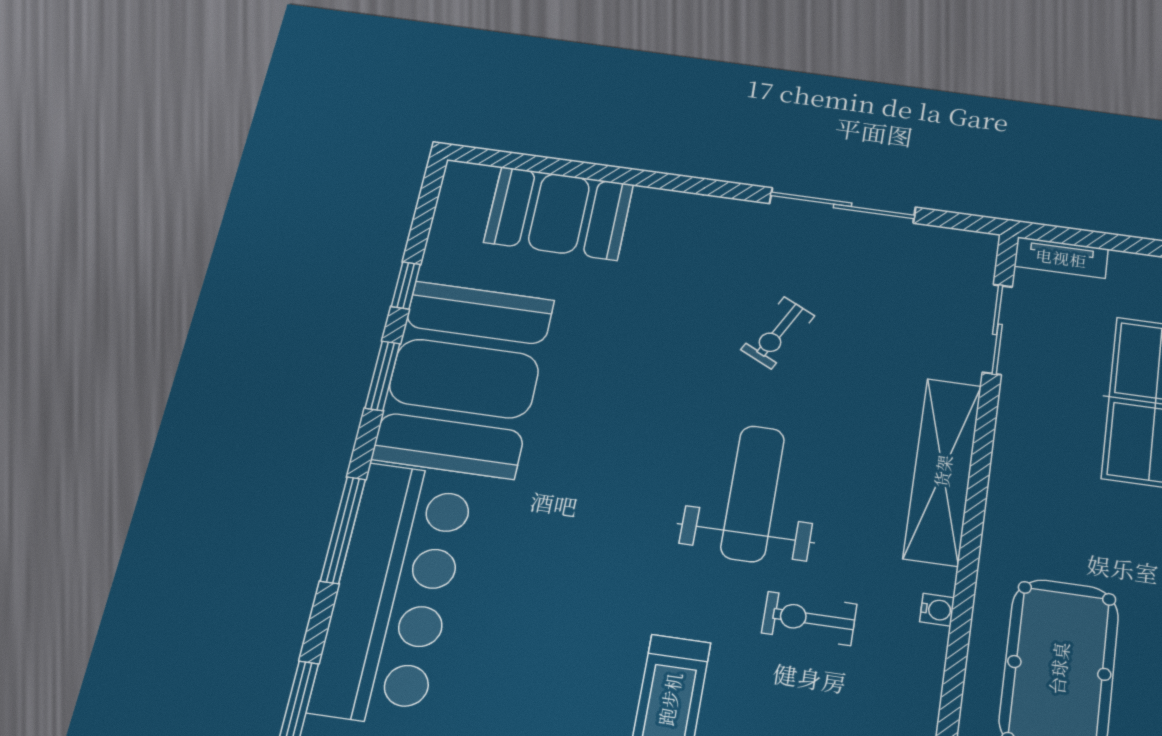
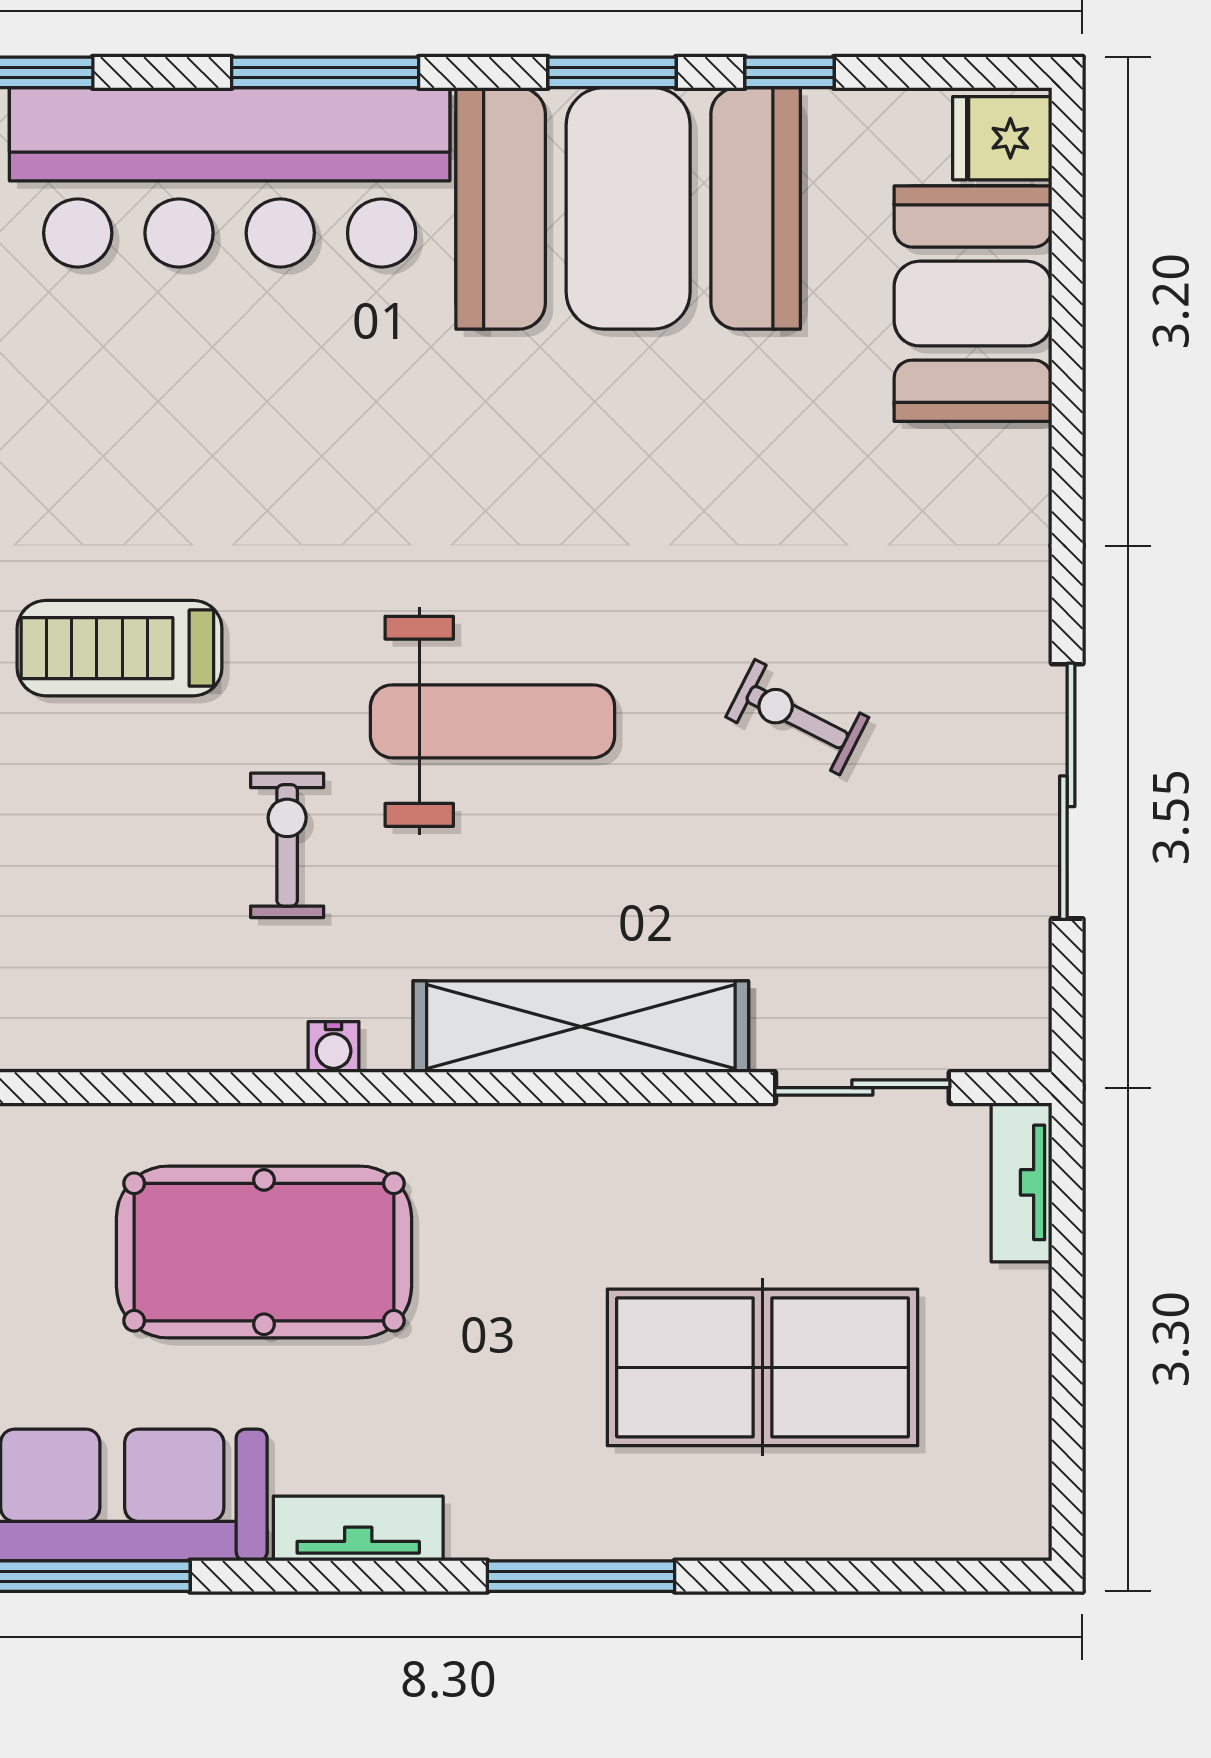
fridge: (469, 187) -> (1002, 138), added

